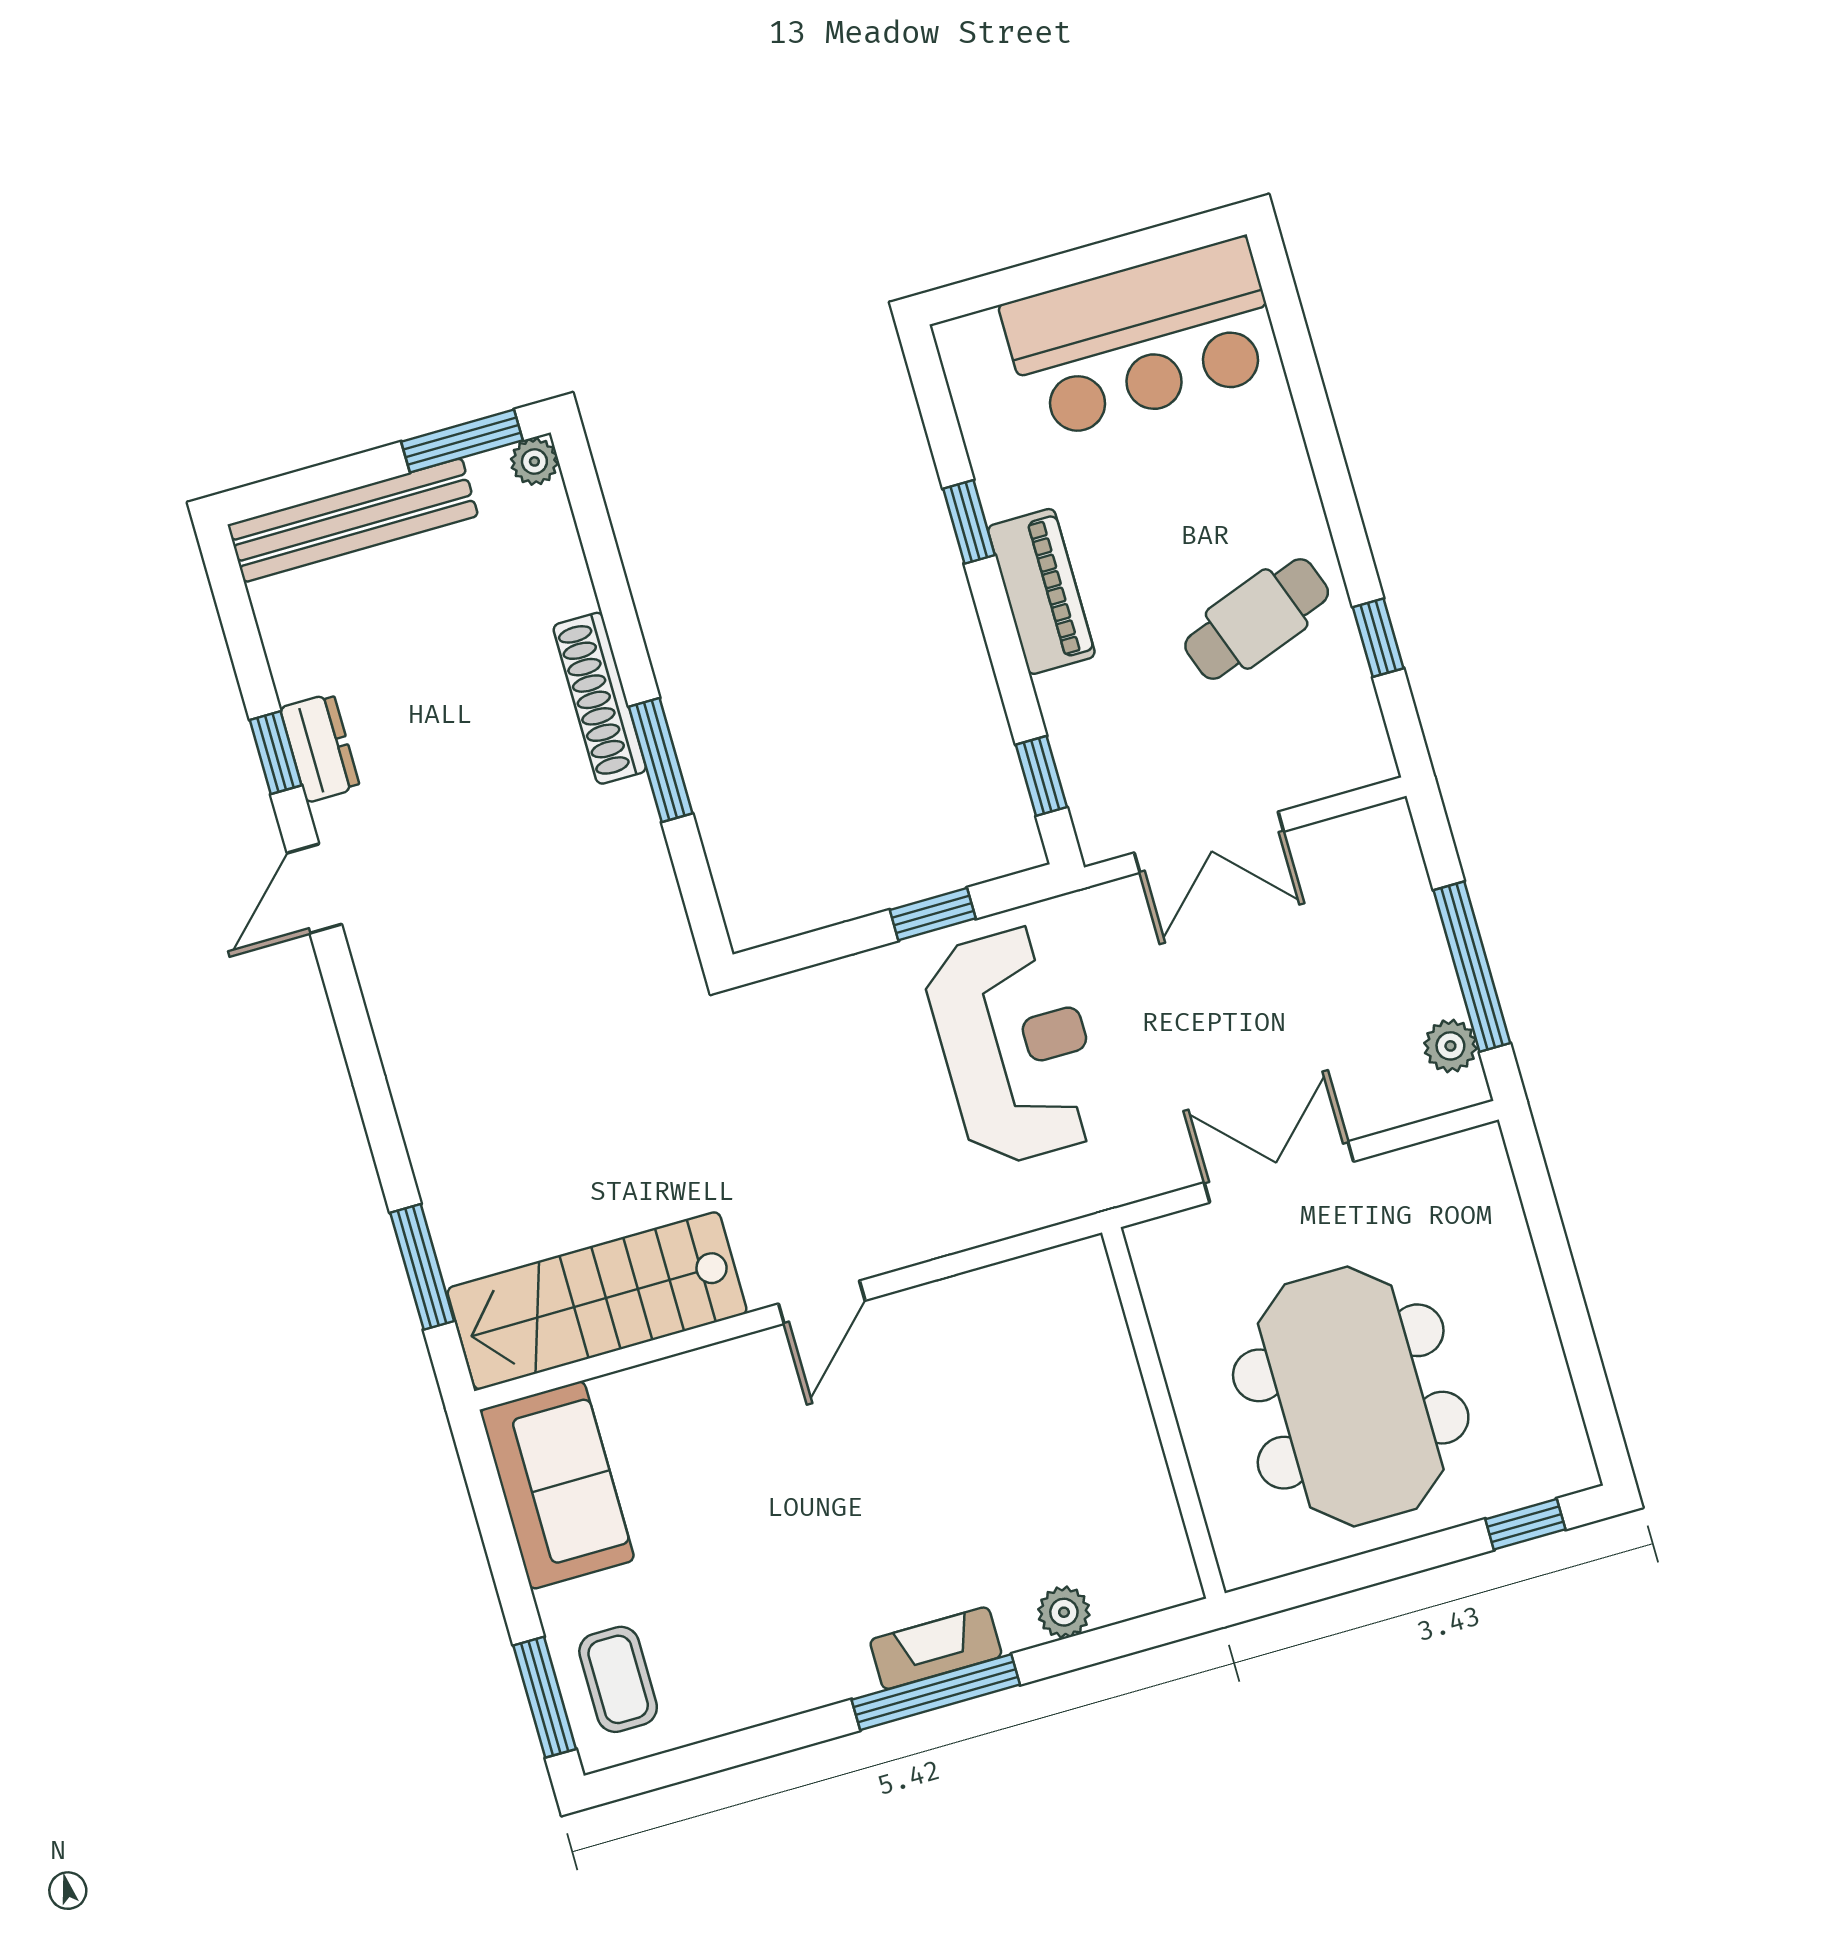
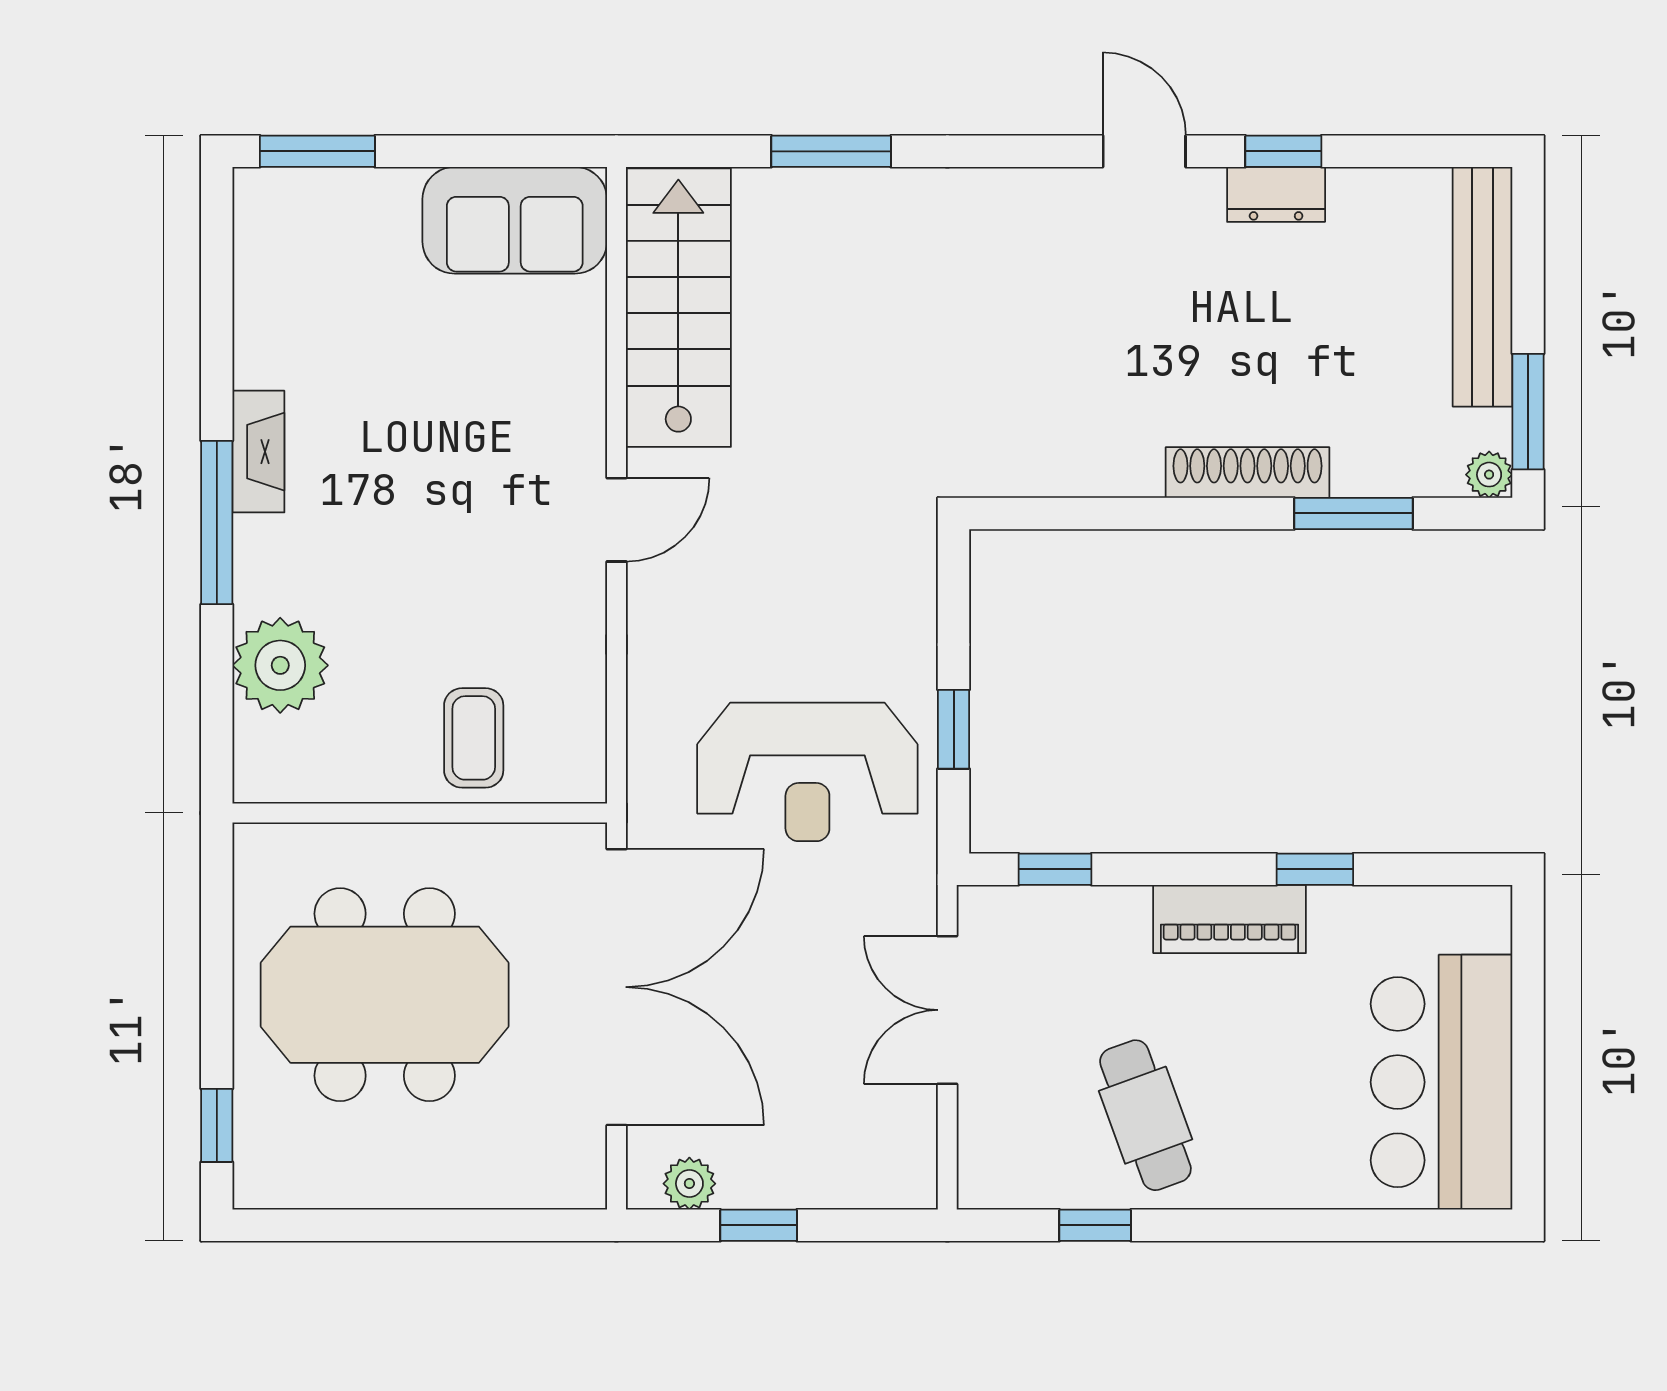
window: (661, 760) -> (1354, 513), moved
window: (1472, 967) -> (759, 1225), width x0.46
double door: (1279, 1172) -> (616, 987), width x1.87
window: (422, 1267) -> (831, 151), moved
door: (822, 1302) -> (616, 520), swing flipped
plant: (1064, 1612) -> (280, 665), width x1.88, depth x1.88
fireplace: (936, 1648) -> (258, 452), moved
coffee table: (618, 1679) -> (474, 738), moved, turned 90

